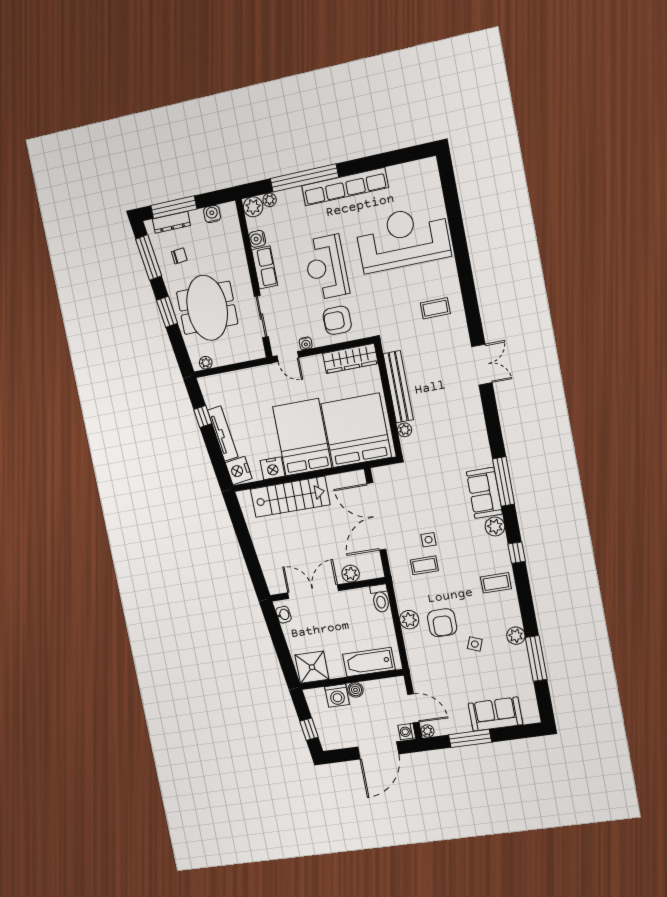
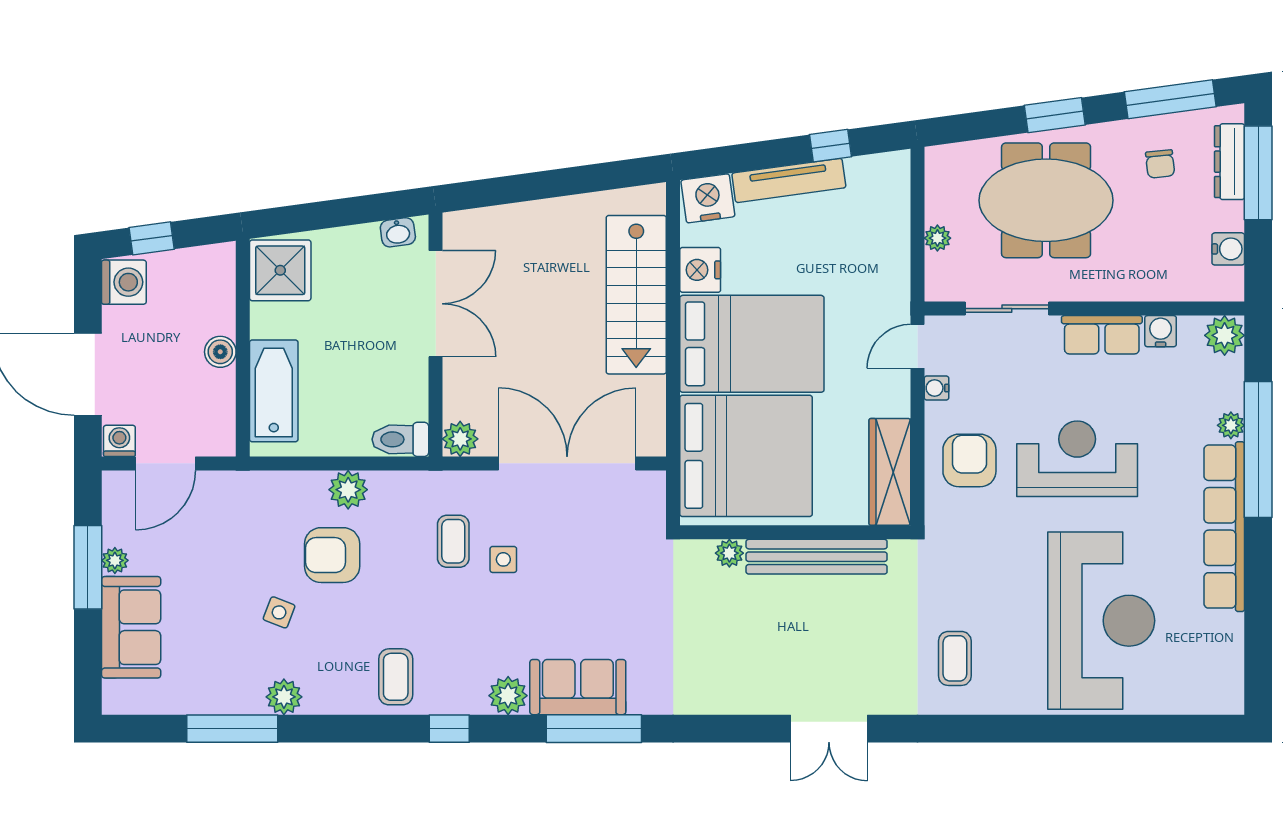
plant: (270, 200) -> (1231, 425), moved
plant: (206, 363) -> (937, 238), moved
plant: (351, 574) -> (460, 439), moved
washing machine: (337, 696) -> (124, 282), moved, turned 180
plant: (427, 731) -> (115, 560), moved

